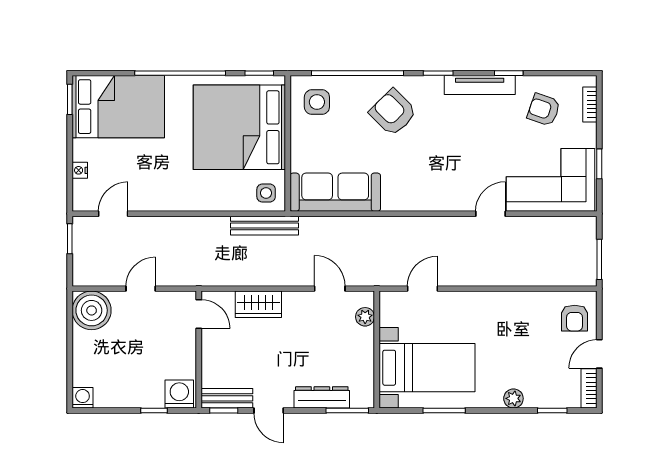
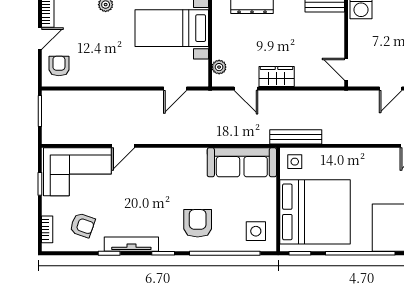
armchair: (393, 112) -> (198, 223), turned -135
wardrobe: (258, 304) -> (277, 77), moved

